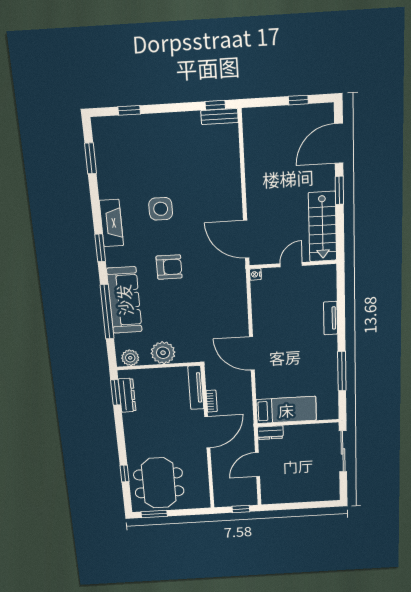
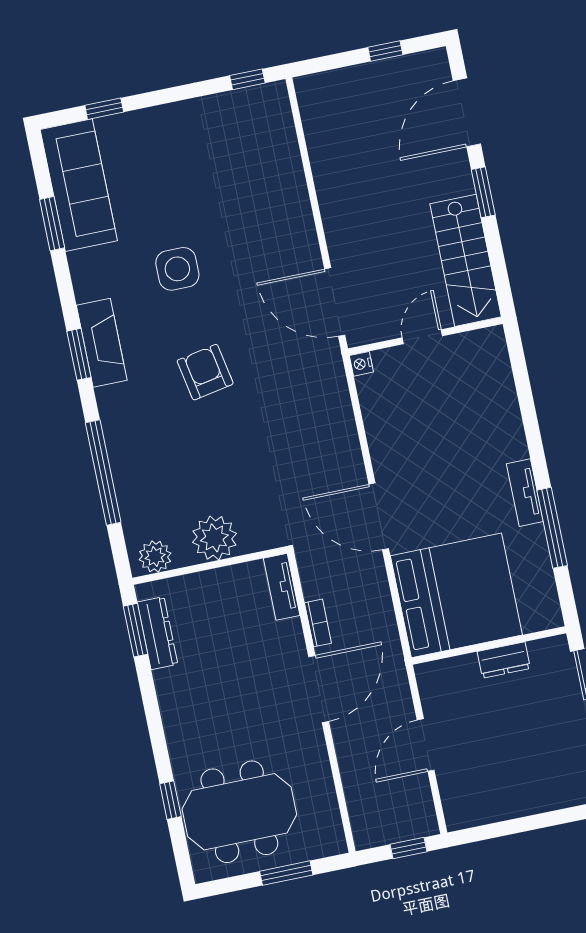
bench: (220, 116) -> (257, 97), removed
window: (90, 158) -> (52, 224), moved
fireplace: (111, 223) -> (102, 343), moved
armchair: (169, 267) -> (205, 372), turned -101
sofa: (124, 300) -> (79, 185), moved
tv unit: (331, 318) -> (525, 493), moved
tv unit: (196, 388) -> (282, 587), width x0.71
bed: (286, 410) -> (456, 595), width x2.04
dresser: (270, 433) -> (504, 660), moved
meeting table: (159, 483) -> (239, 812), turned 90
window: (154, 514) -> (286, 873), moved

